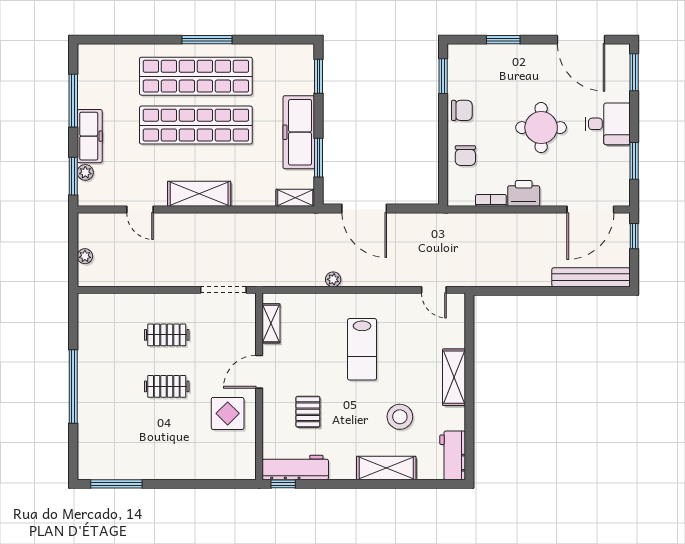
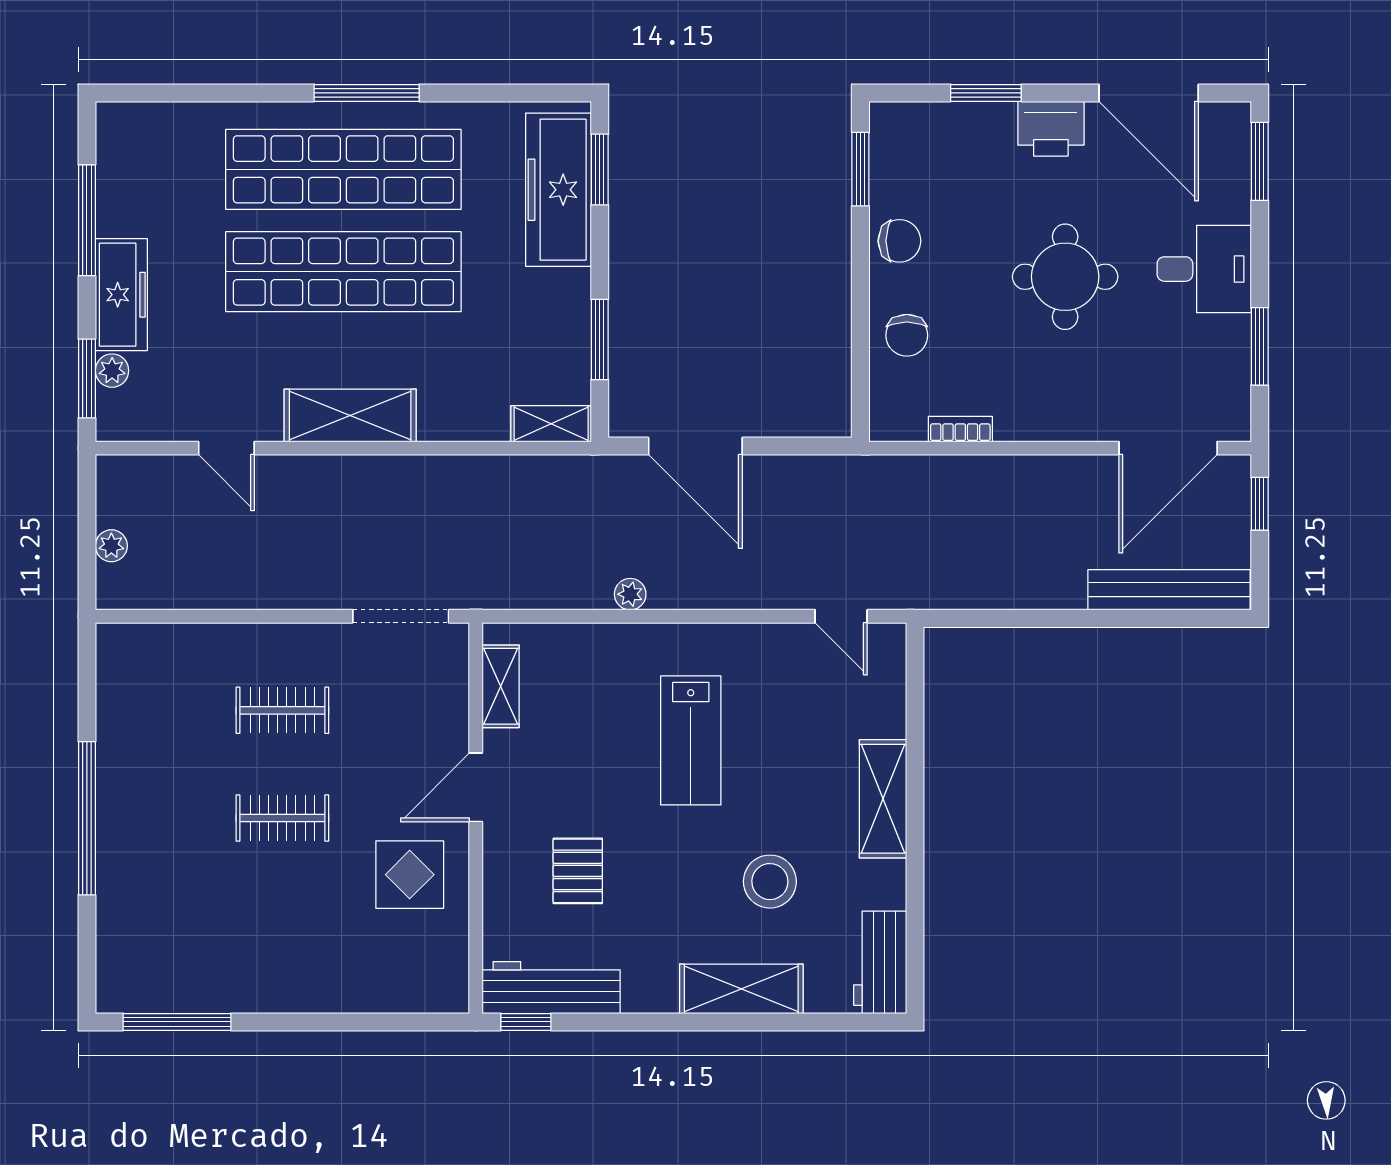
freezer: (299, 132) -> (558, 190), moved
printer: (524, 193) -> (1051, 129), moved, turned 180

